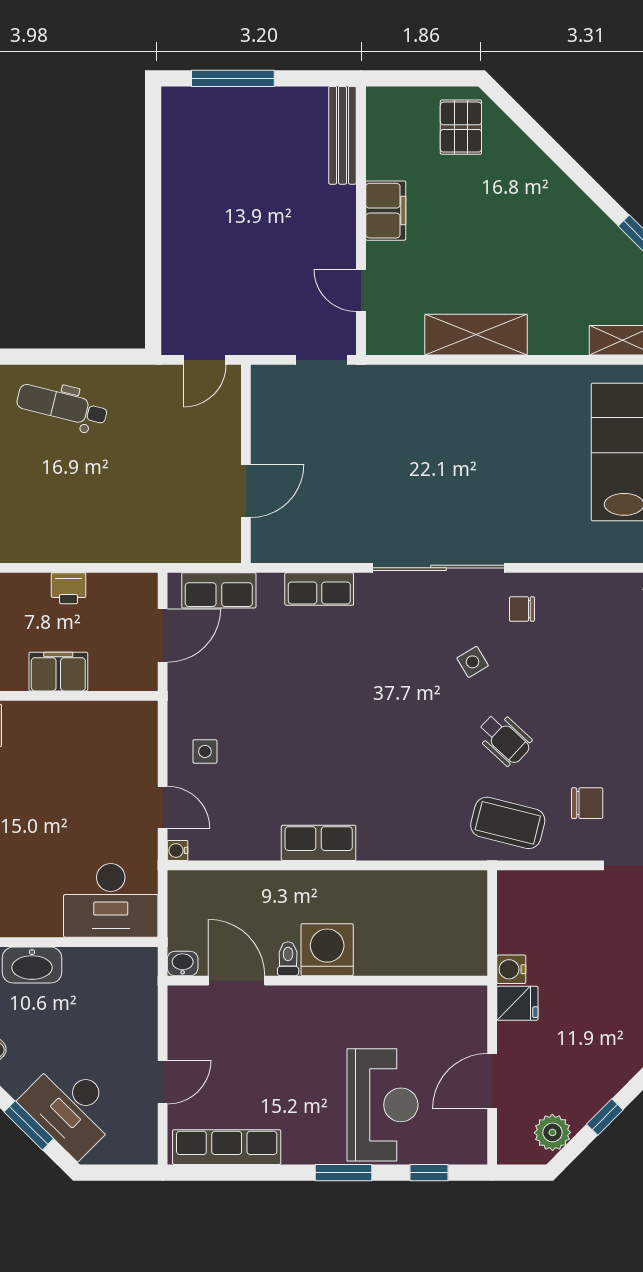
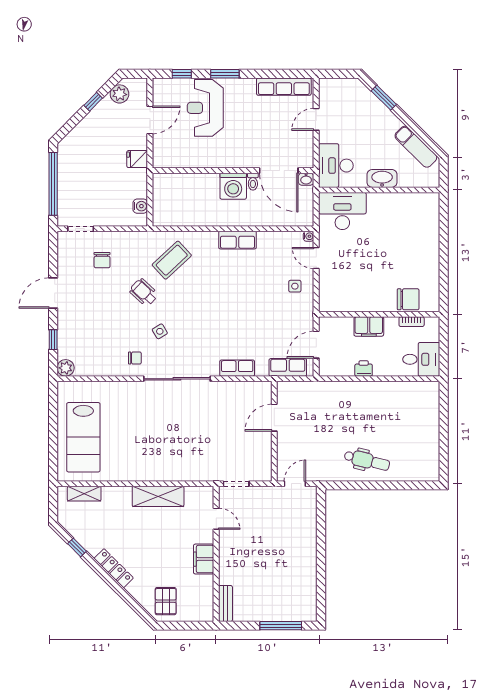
bench: (342, 135) -> (225, 604), width x0.73
locker: (564, 192) -> (114, 568), added
chair: (587, 803) -> (102, 260), turned -90
coffee table: (508, 823) -> (172, 260), moved, turned -57
water cooler: (511, 969) -> (140, 206), moved
door: (237, 981) -> (279, 171), width x1.36
desk: (71, 1108) -> (336, 166), moved, turned -135

